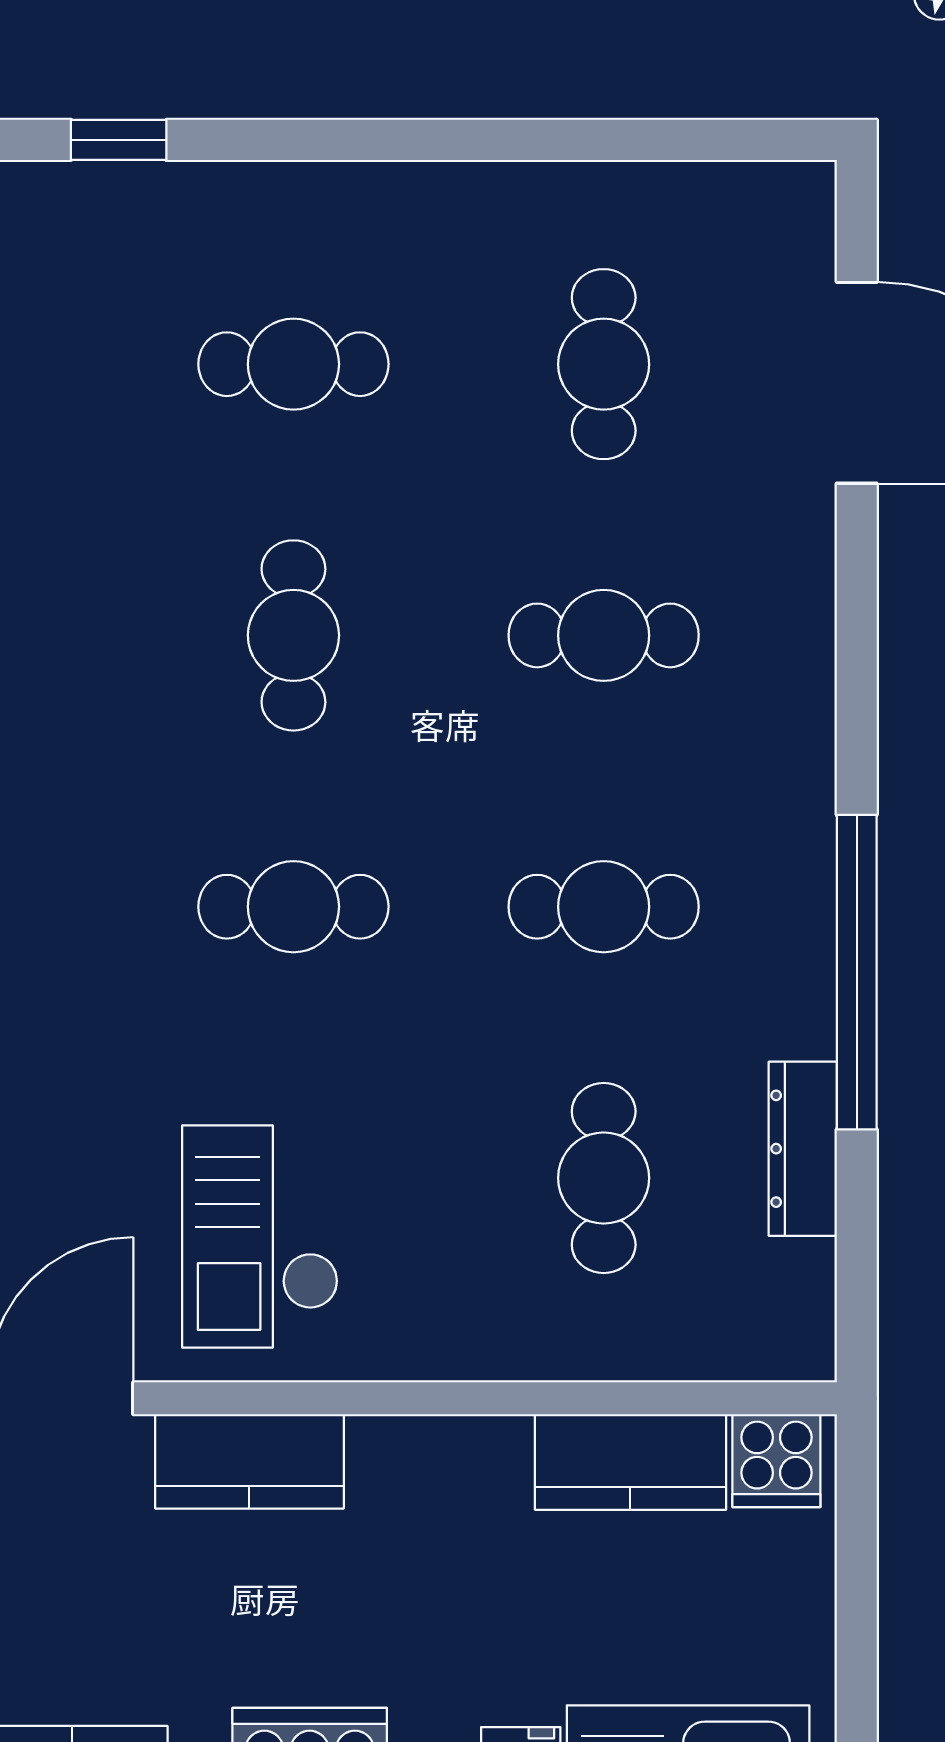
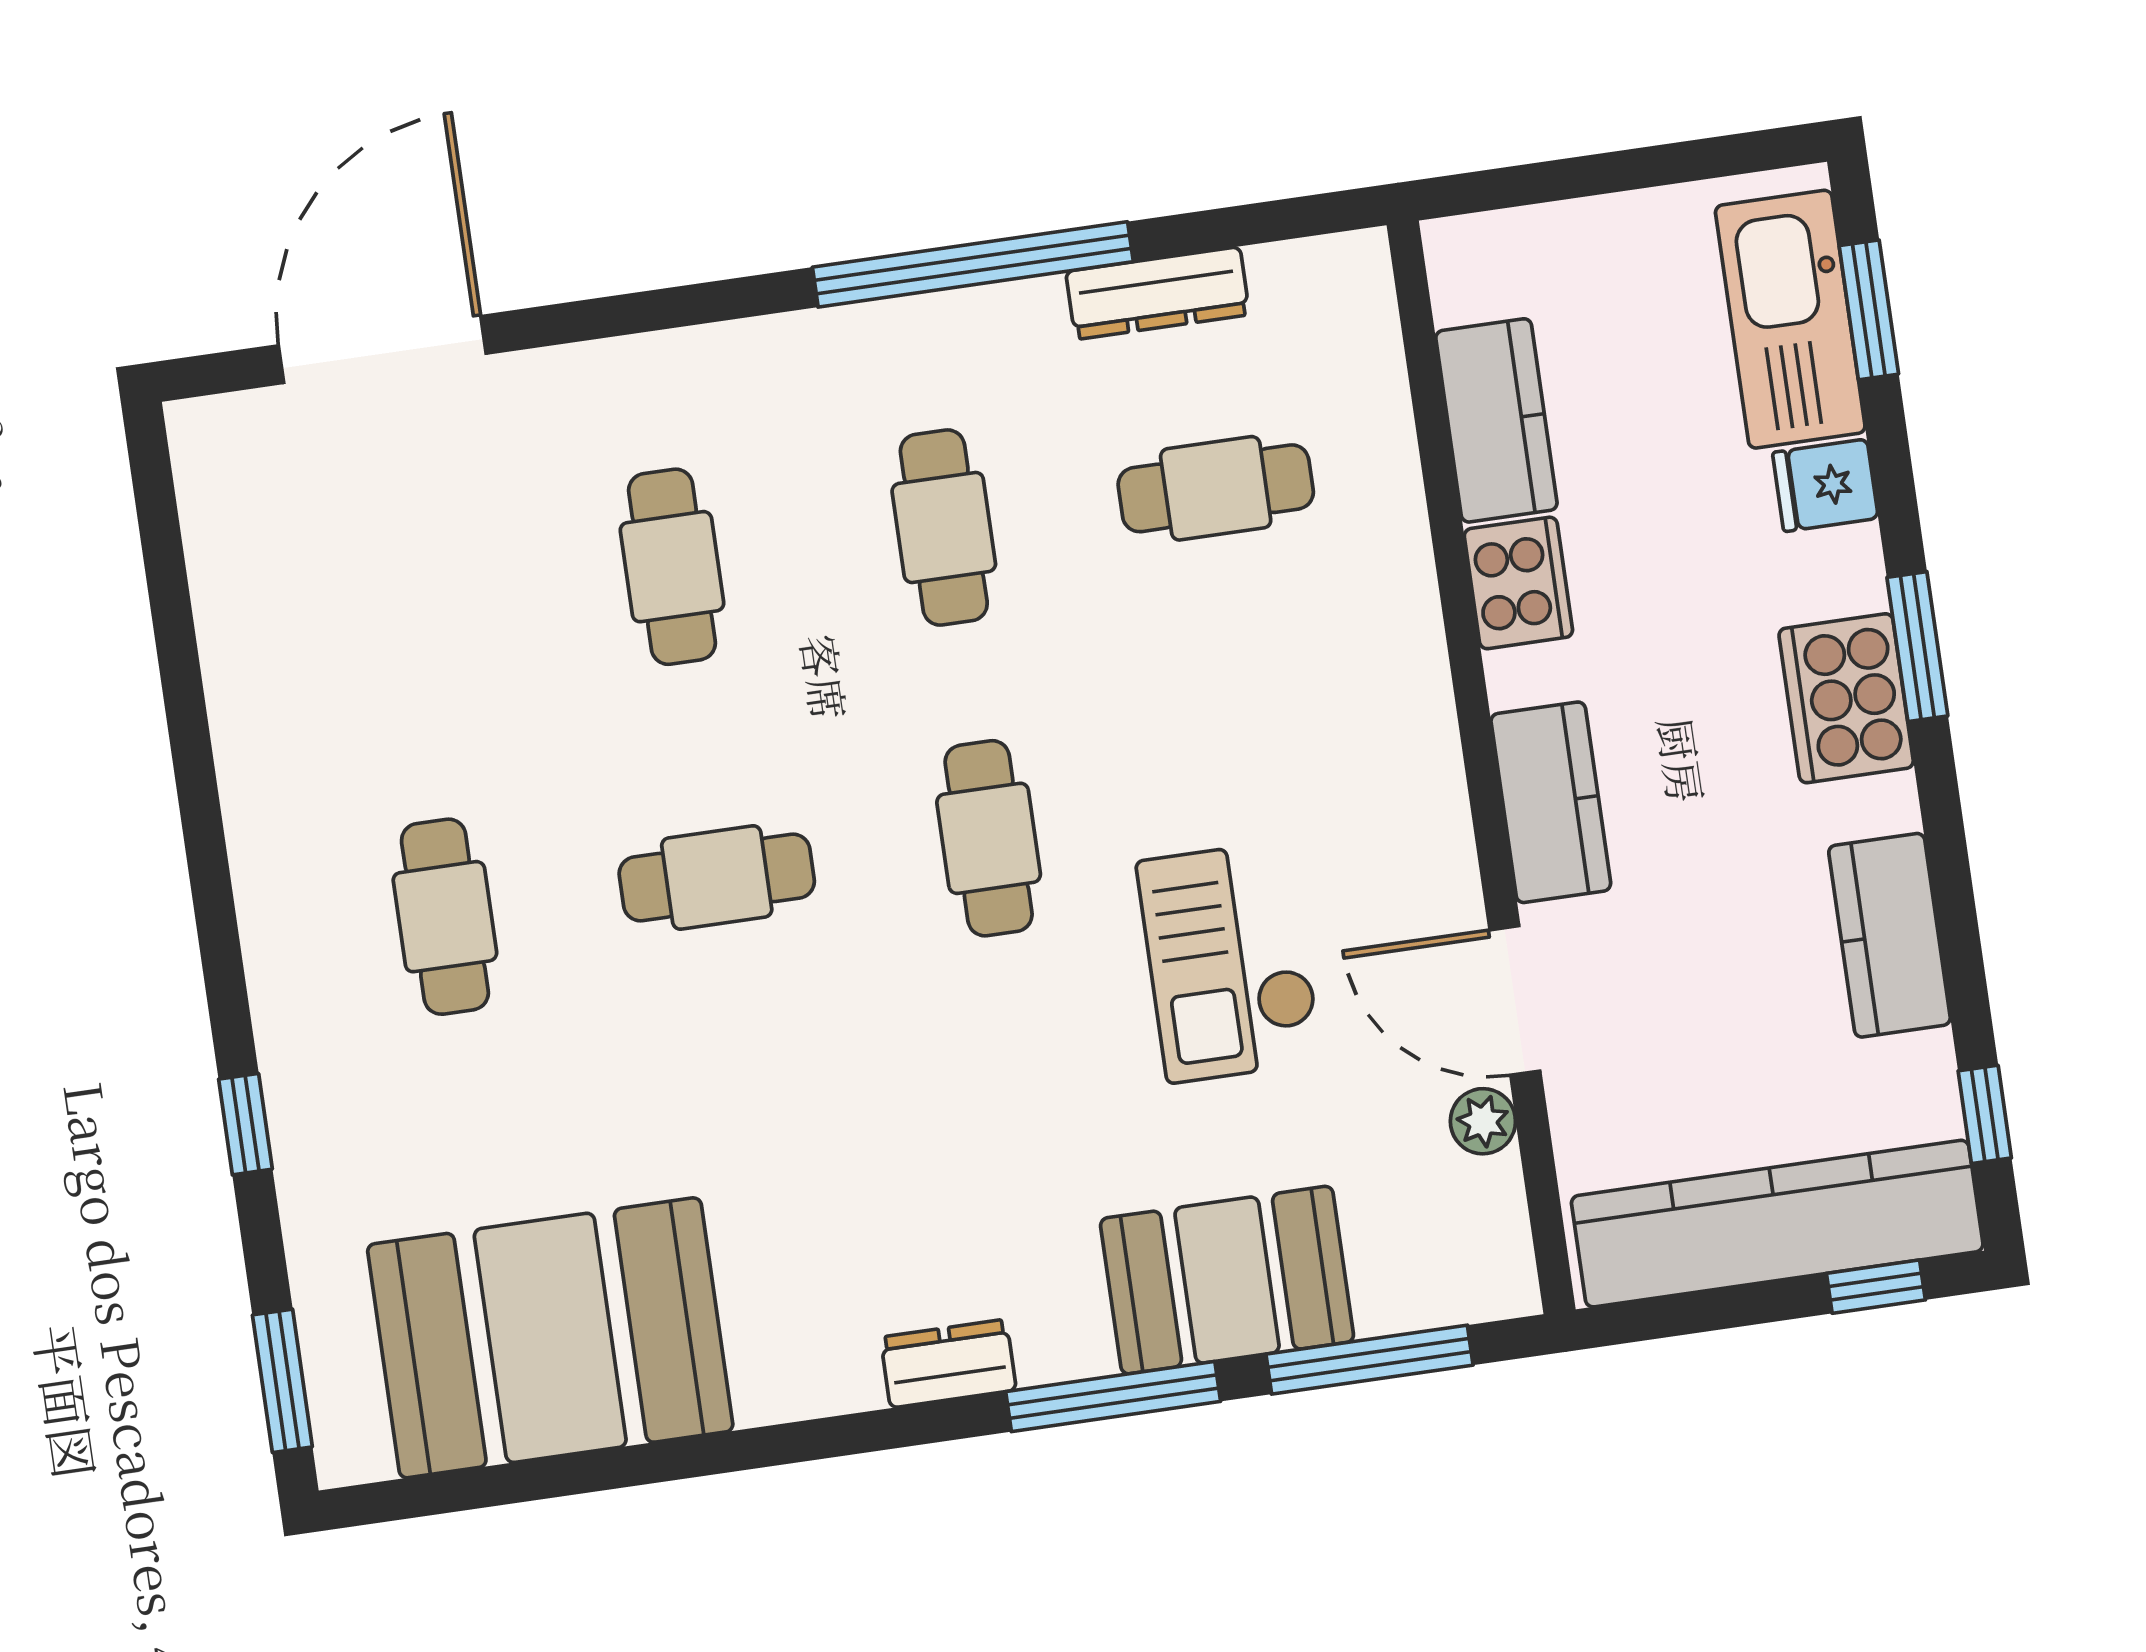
cafe table: (604, 364) -> (400, 606), removed
checkout: (260, 1236) -> (1229, 962), moved, turned 90
cooker: (776, 1461) -> (1518, 583), moved, width x1.36

